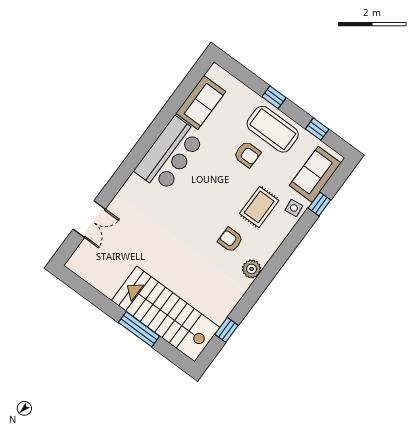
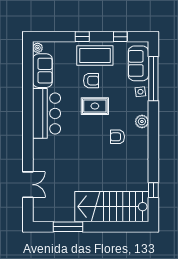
plant: (214, 73) -> (38, 48), added
window: (319, 204) -> (153, 79), width x3.17
rug: (259, 207) -> (95, 106), moved, turned 90
plant: (252, 269) -> (142, 122), moved
window: (139, 329) -> (68, 227), moved

